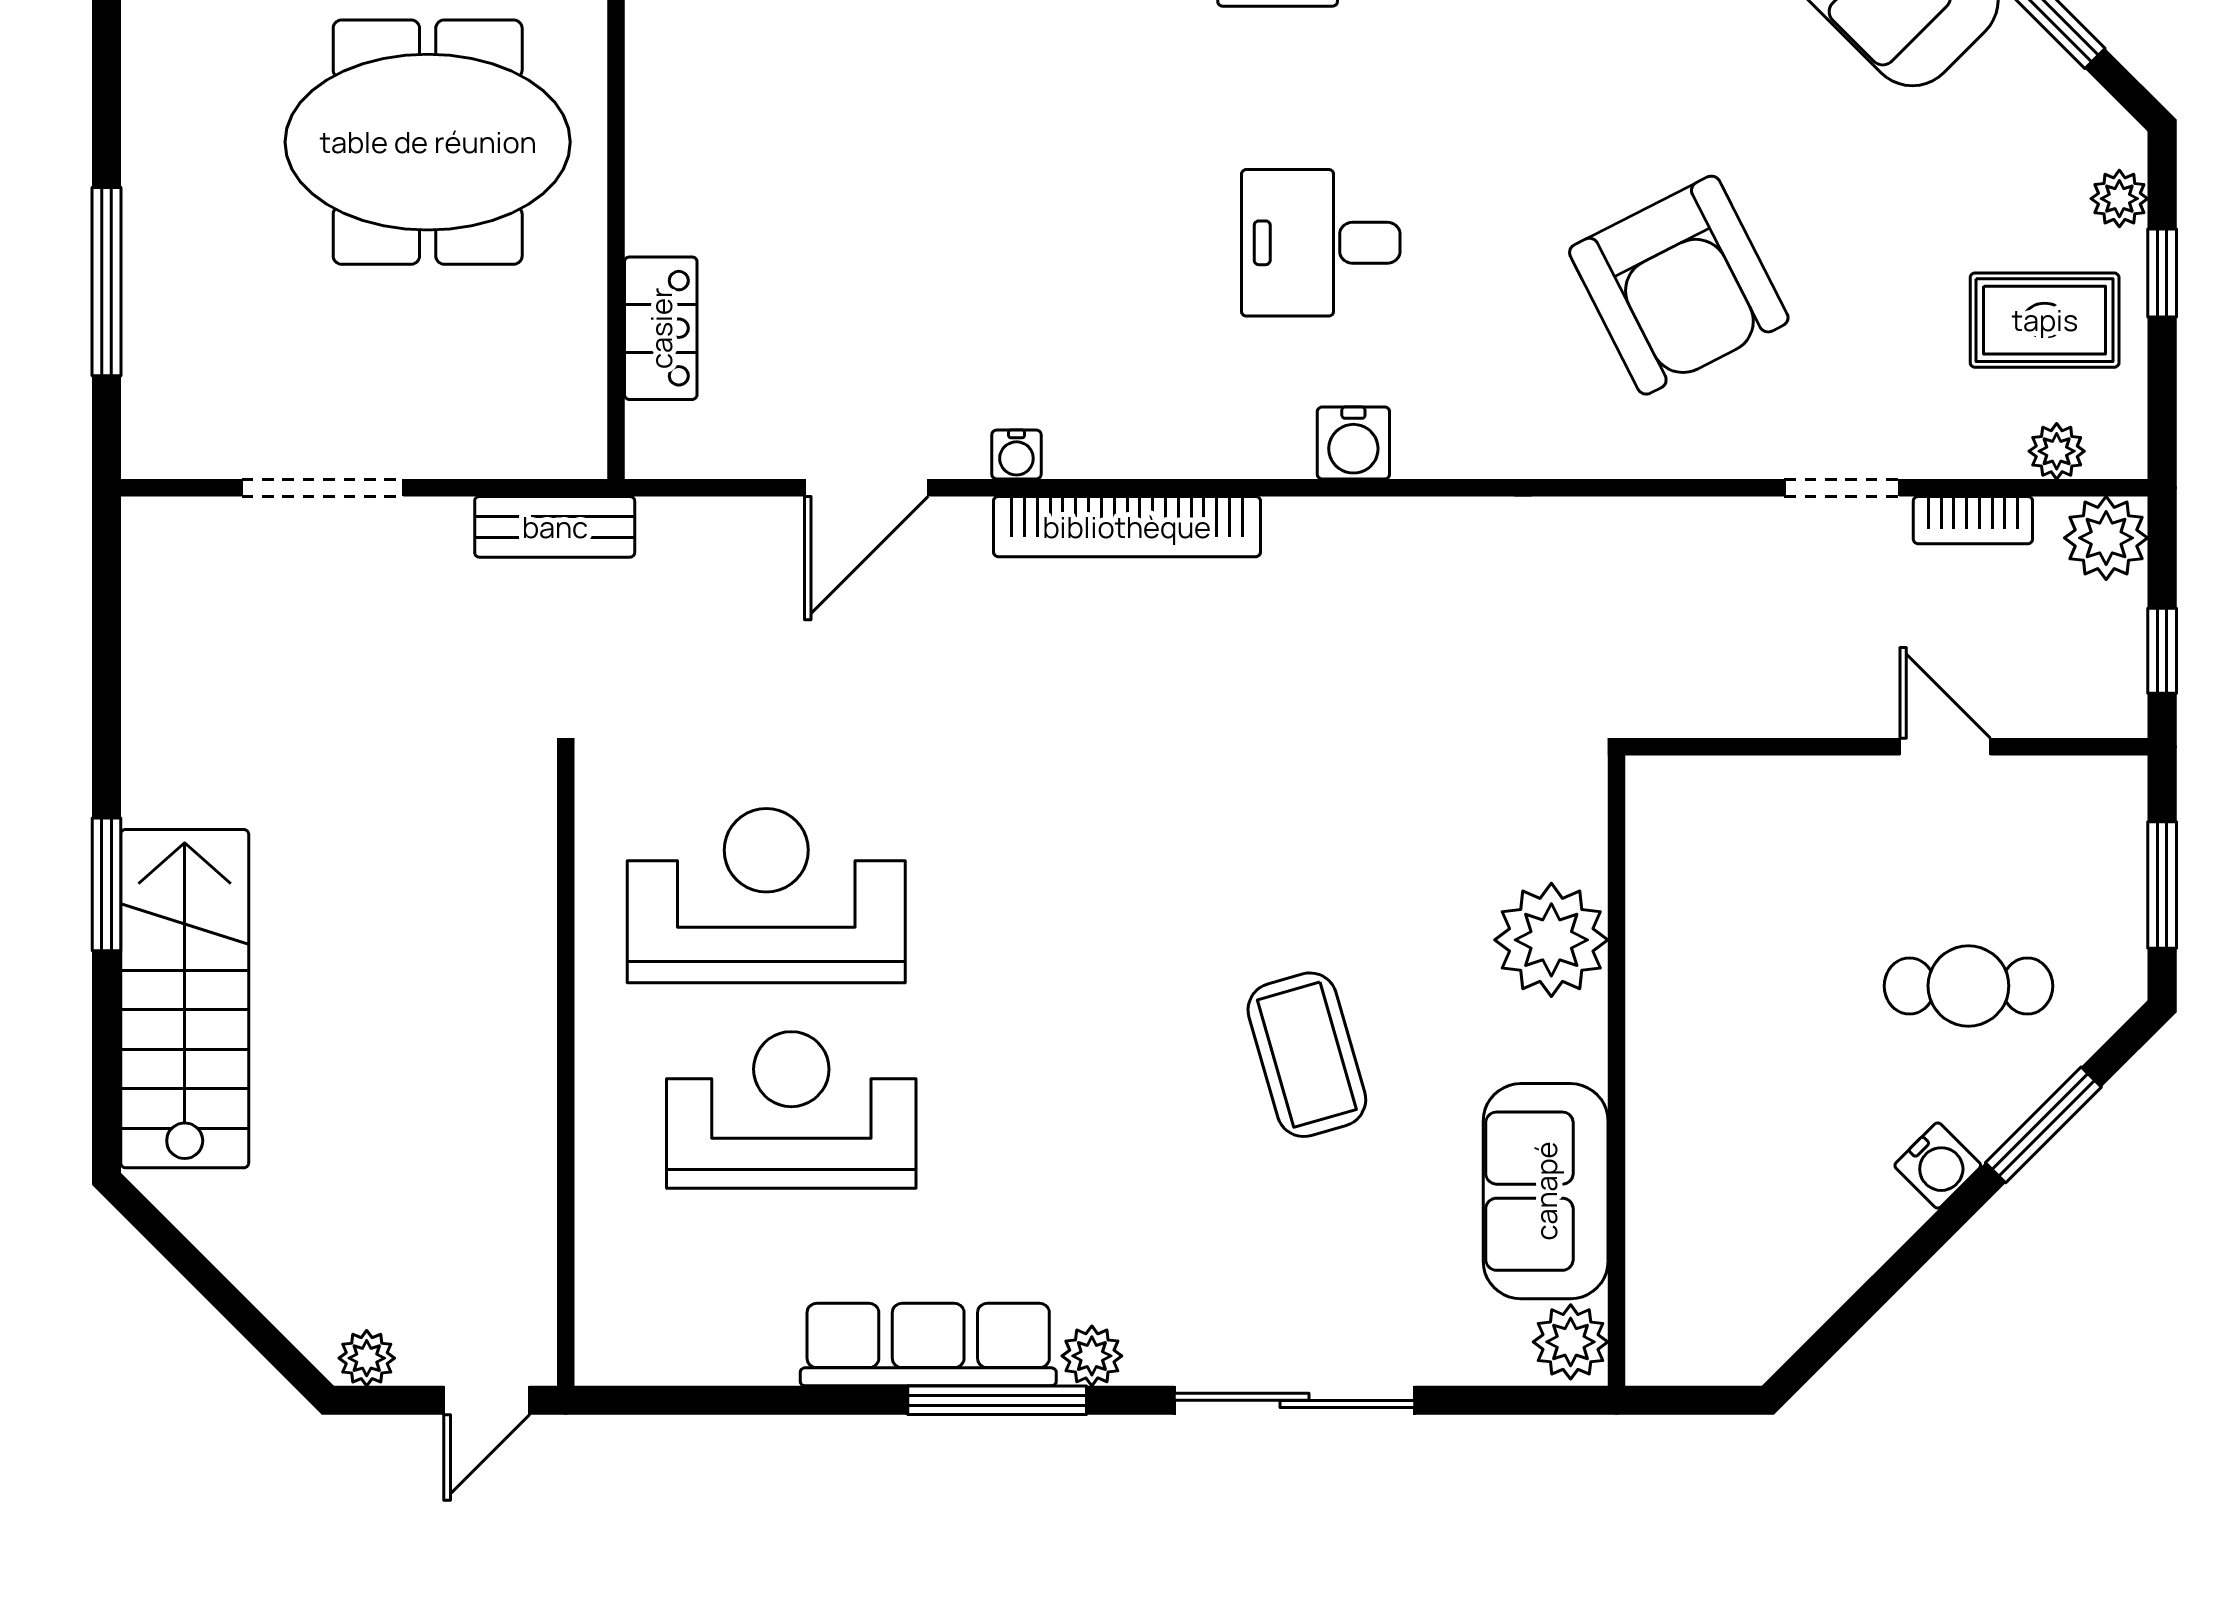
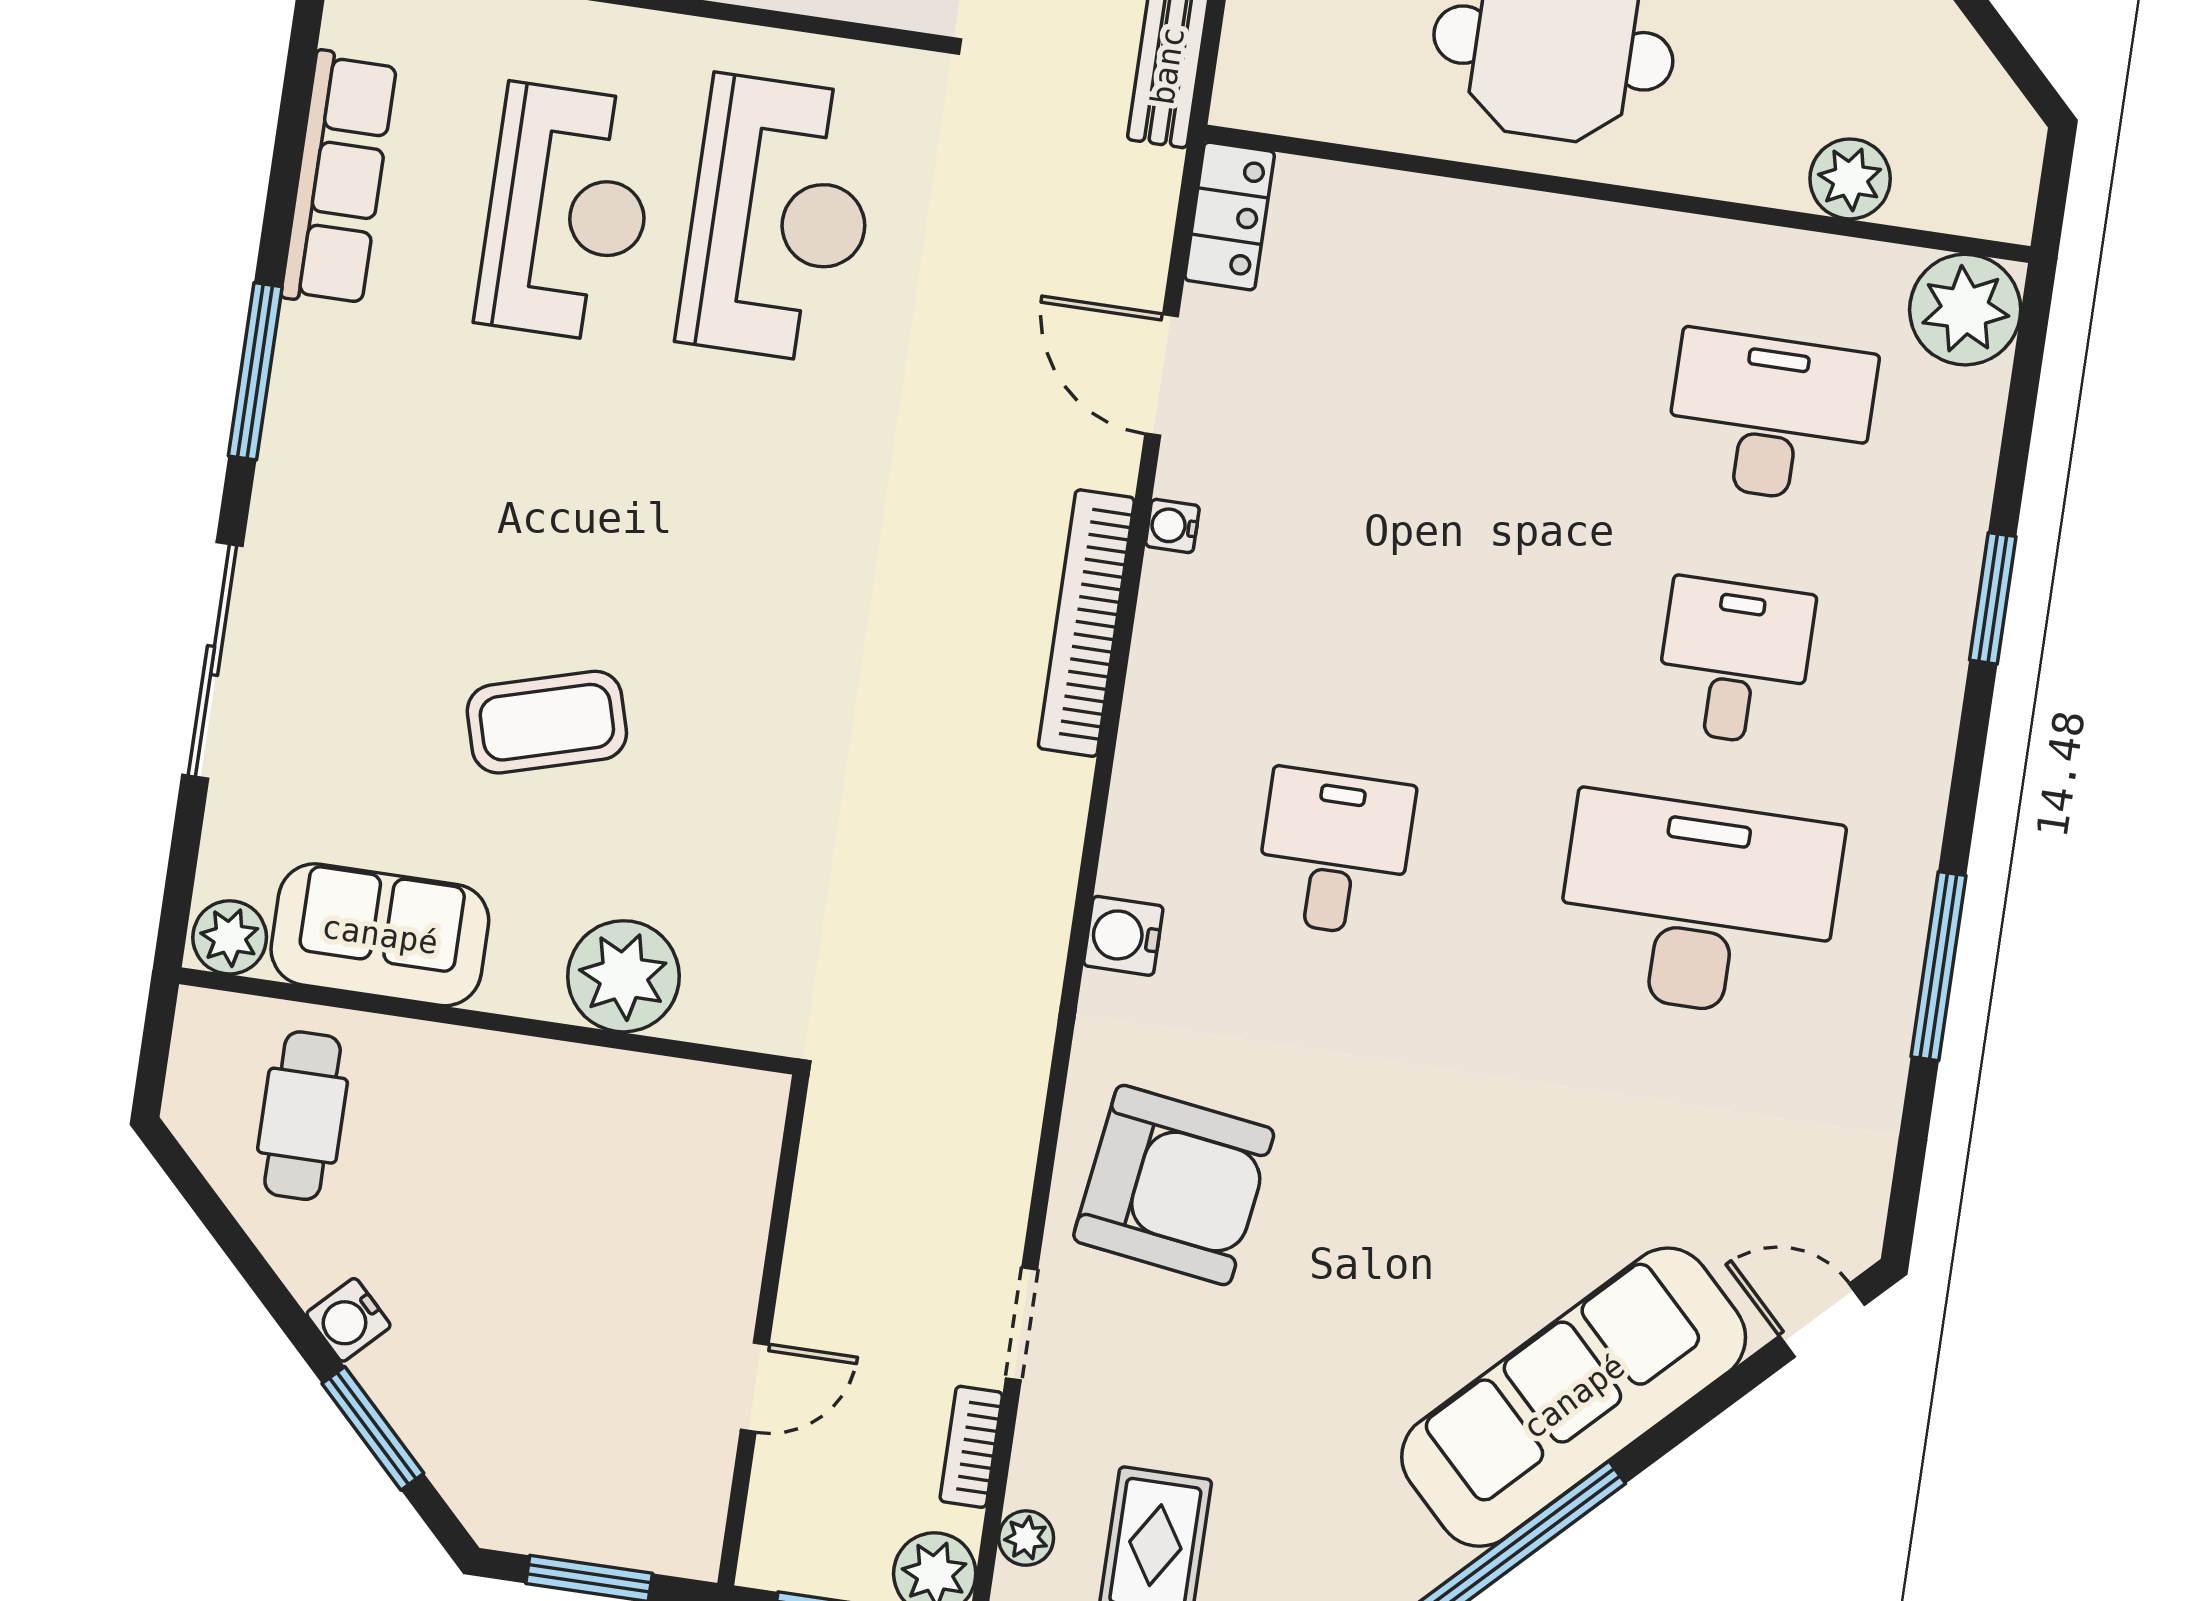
armchair: (1679, 285) -> (1174, 1185), moved, turned -145
locker: (661, 328) -> (1230, 216), moved, turned -90
water cooler: (1353, 443) -> (1123, 936), moved
cafe table: (1968, 986) -> (303, 1116), moved
row of seats: (928, 1345) -> (339, 179), moved
plant: (1092, 1356) -> (285, 470), removed

